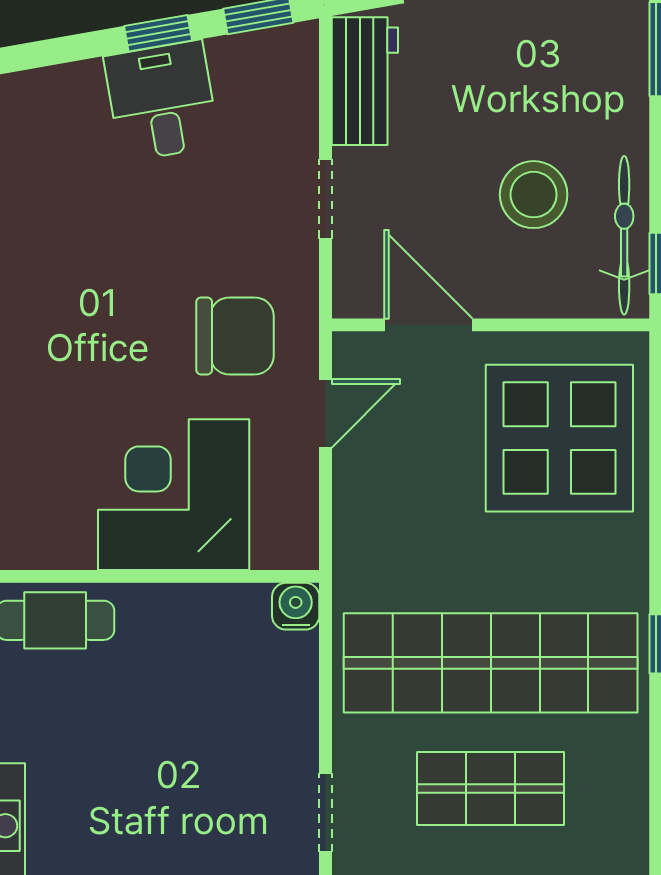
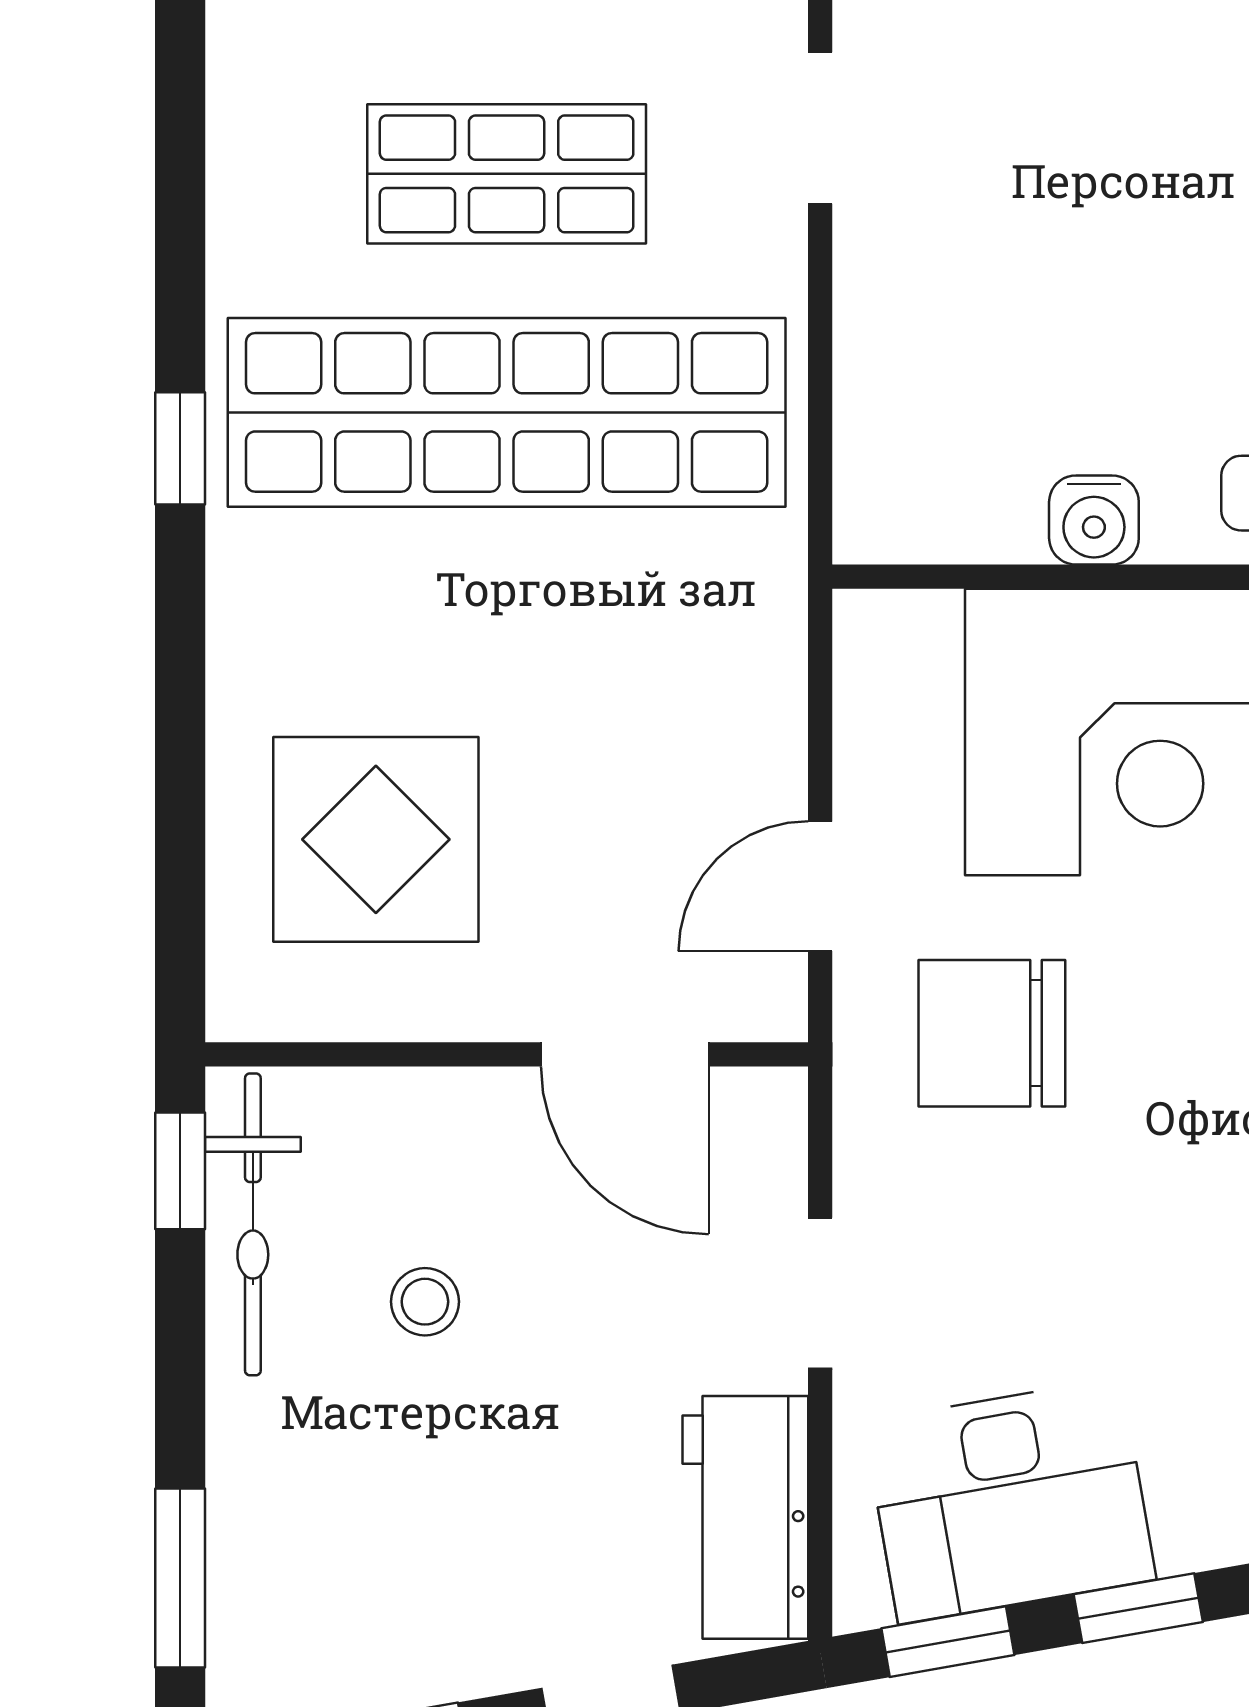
desk: (162, 101) -> (1010, 1501), moved, width x1.37
stool: (534, 195) -> (425, 1302), width x0.53, depth x0.53
display table: (559, 438) -> (376, 839), width x0.73, depth x0.73
water cooler: (296, 606) -> (1094, 520), moved

